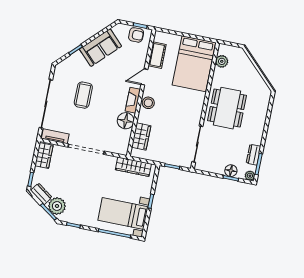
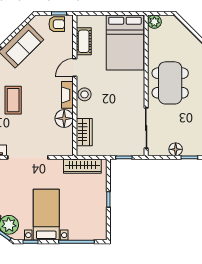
plant: (222, 61) -> (154, 22), moved
floor lamp: (231, 171) -> (176, 149), moved
bed with nightstands: (123, 213) -> (46, 215), moved, turned 90

